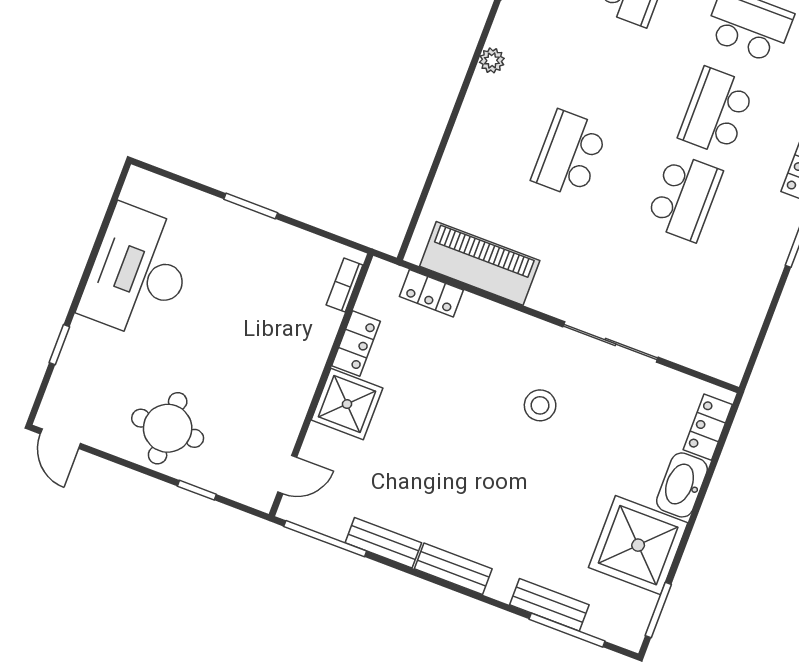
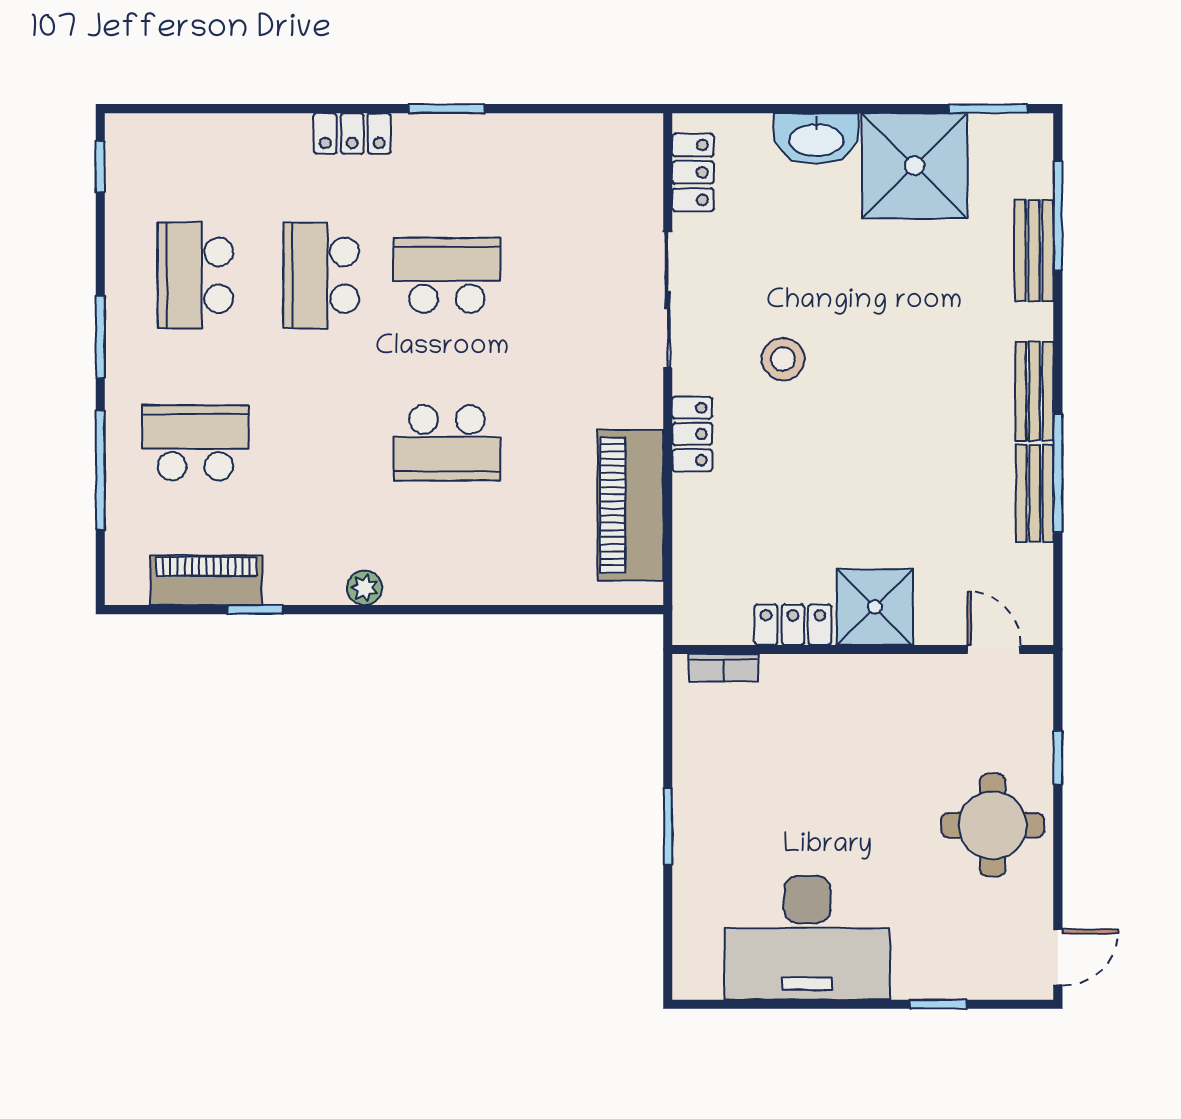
school desk: (716, 111) -> (321, 275), turned 90
locker: (431, 293) -> (692, 434), moved
locker: (708, 427) -> (693, 172), moved, turned -90
window: (325, 539) -> (1058, 473), moved

